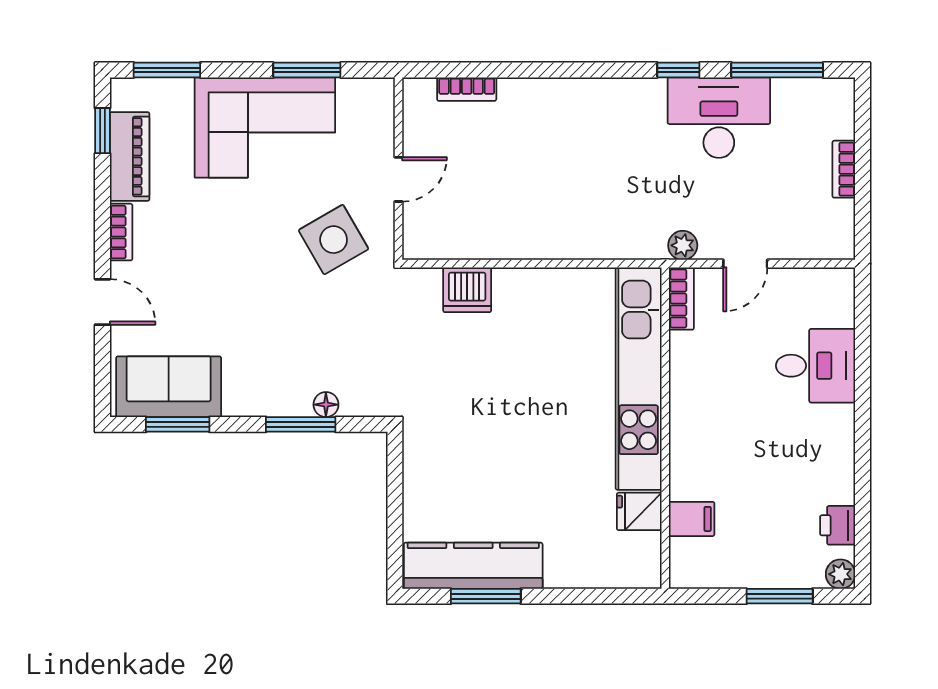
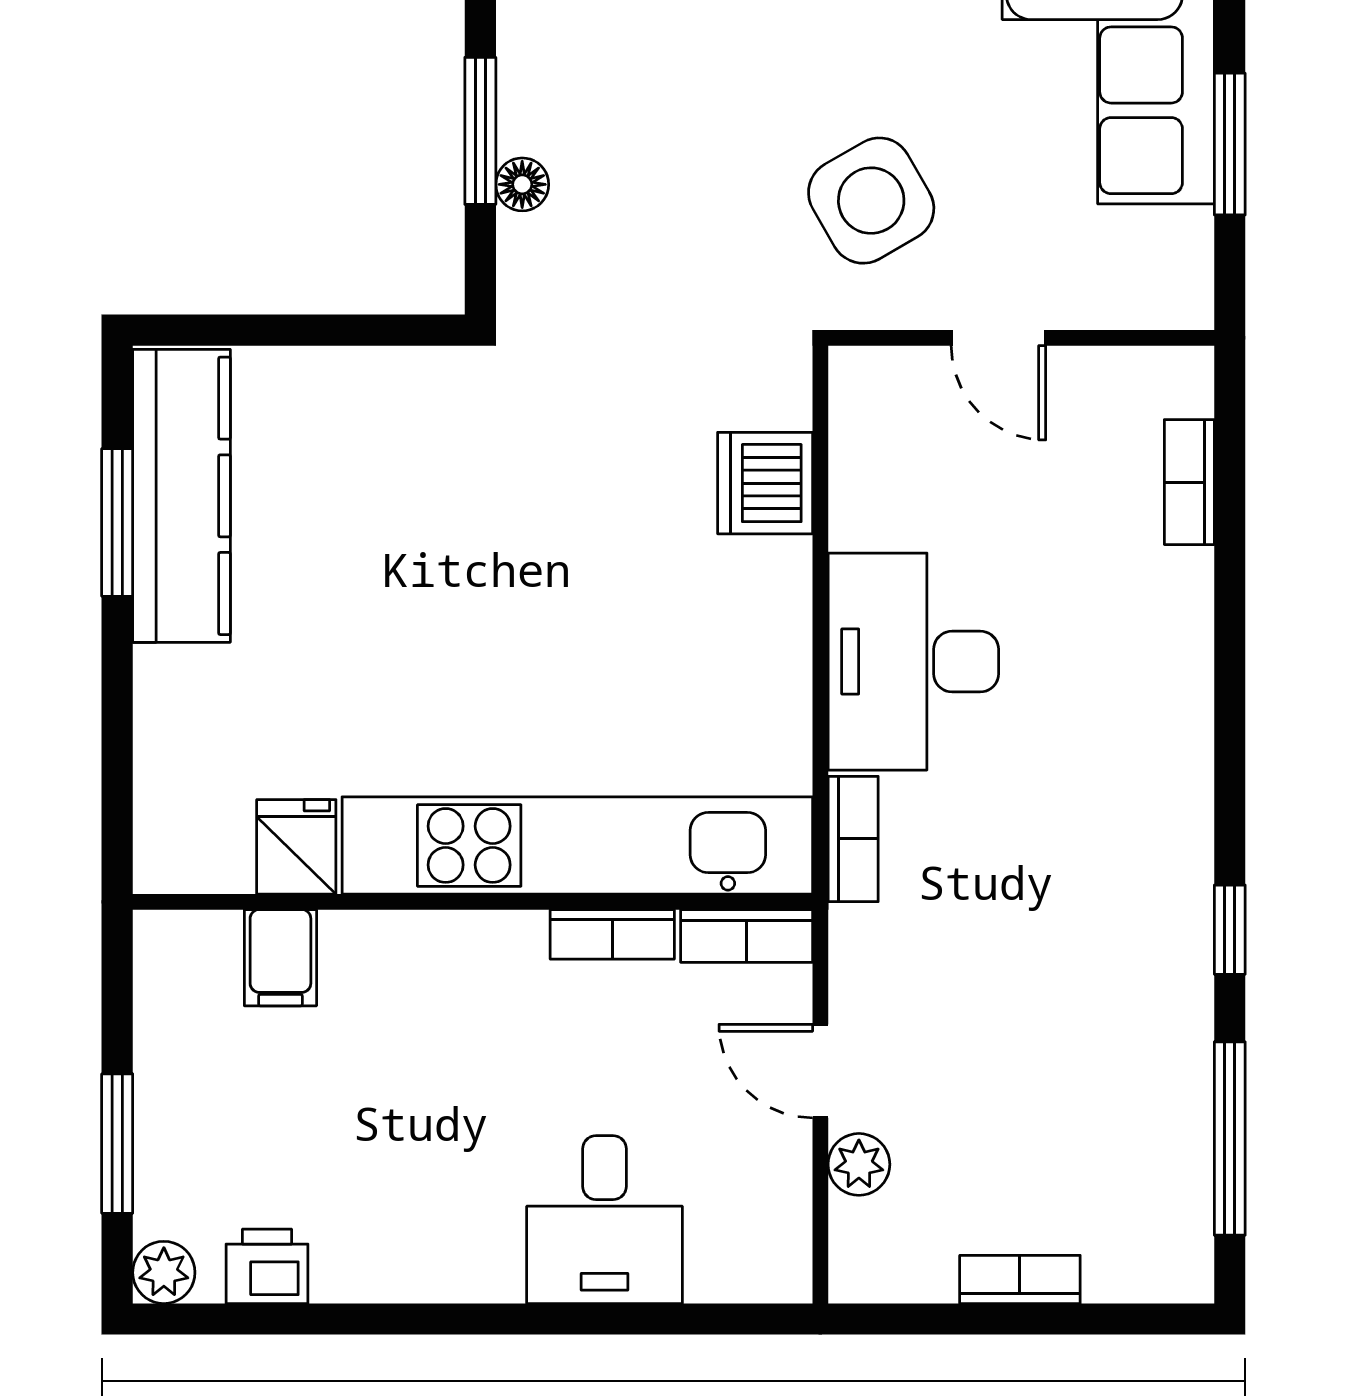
desk: (719, 118) -> (913, 662), moved, turned 180
plant: (683, 245) -> (859, 1164), moved
bookcase: (636, 248) -> (853, 839), added
bookcase: (681, 362) -> (612, 934), added

